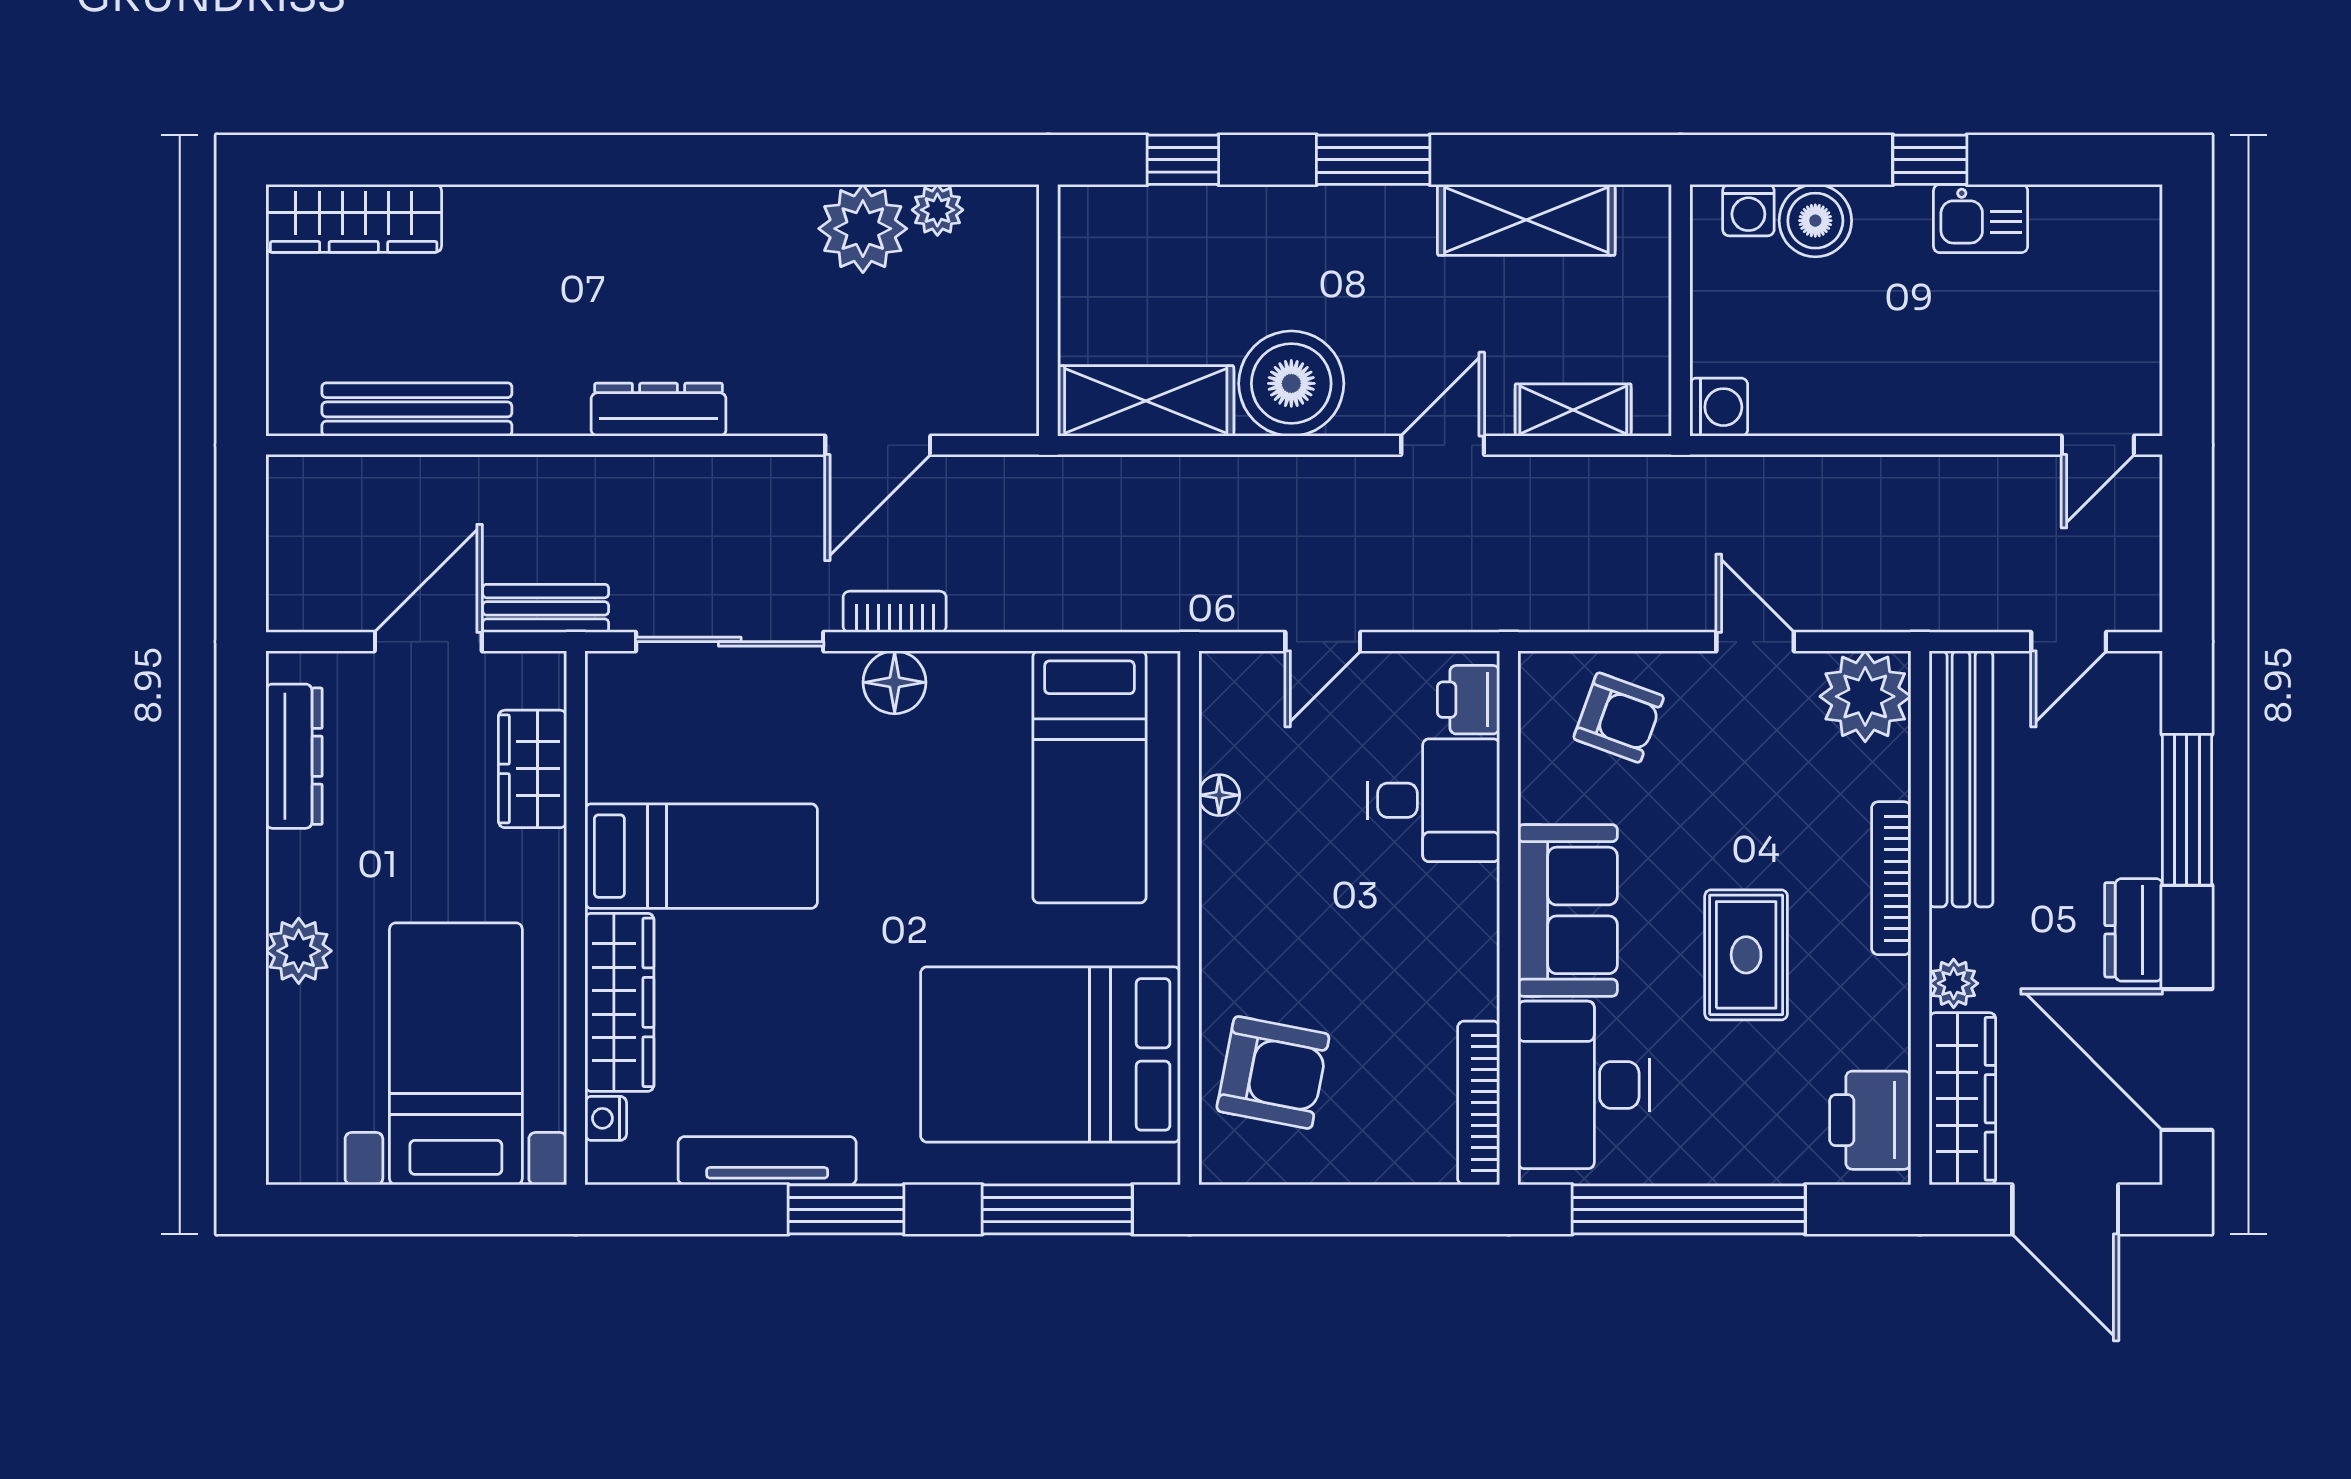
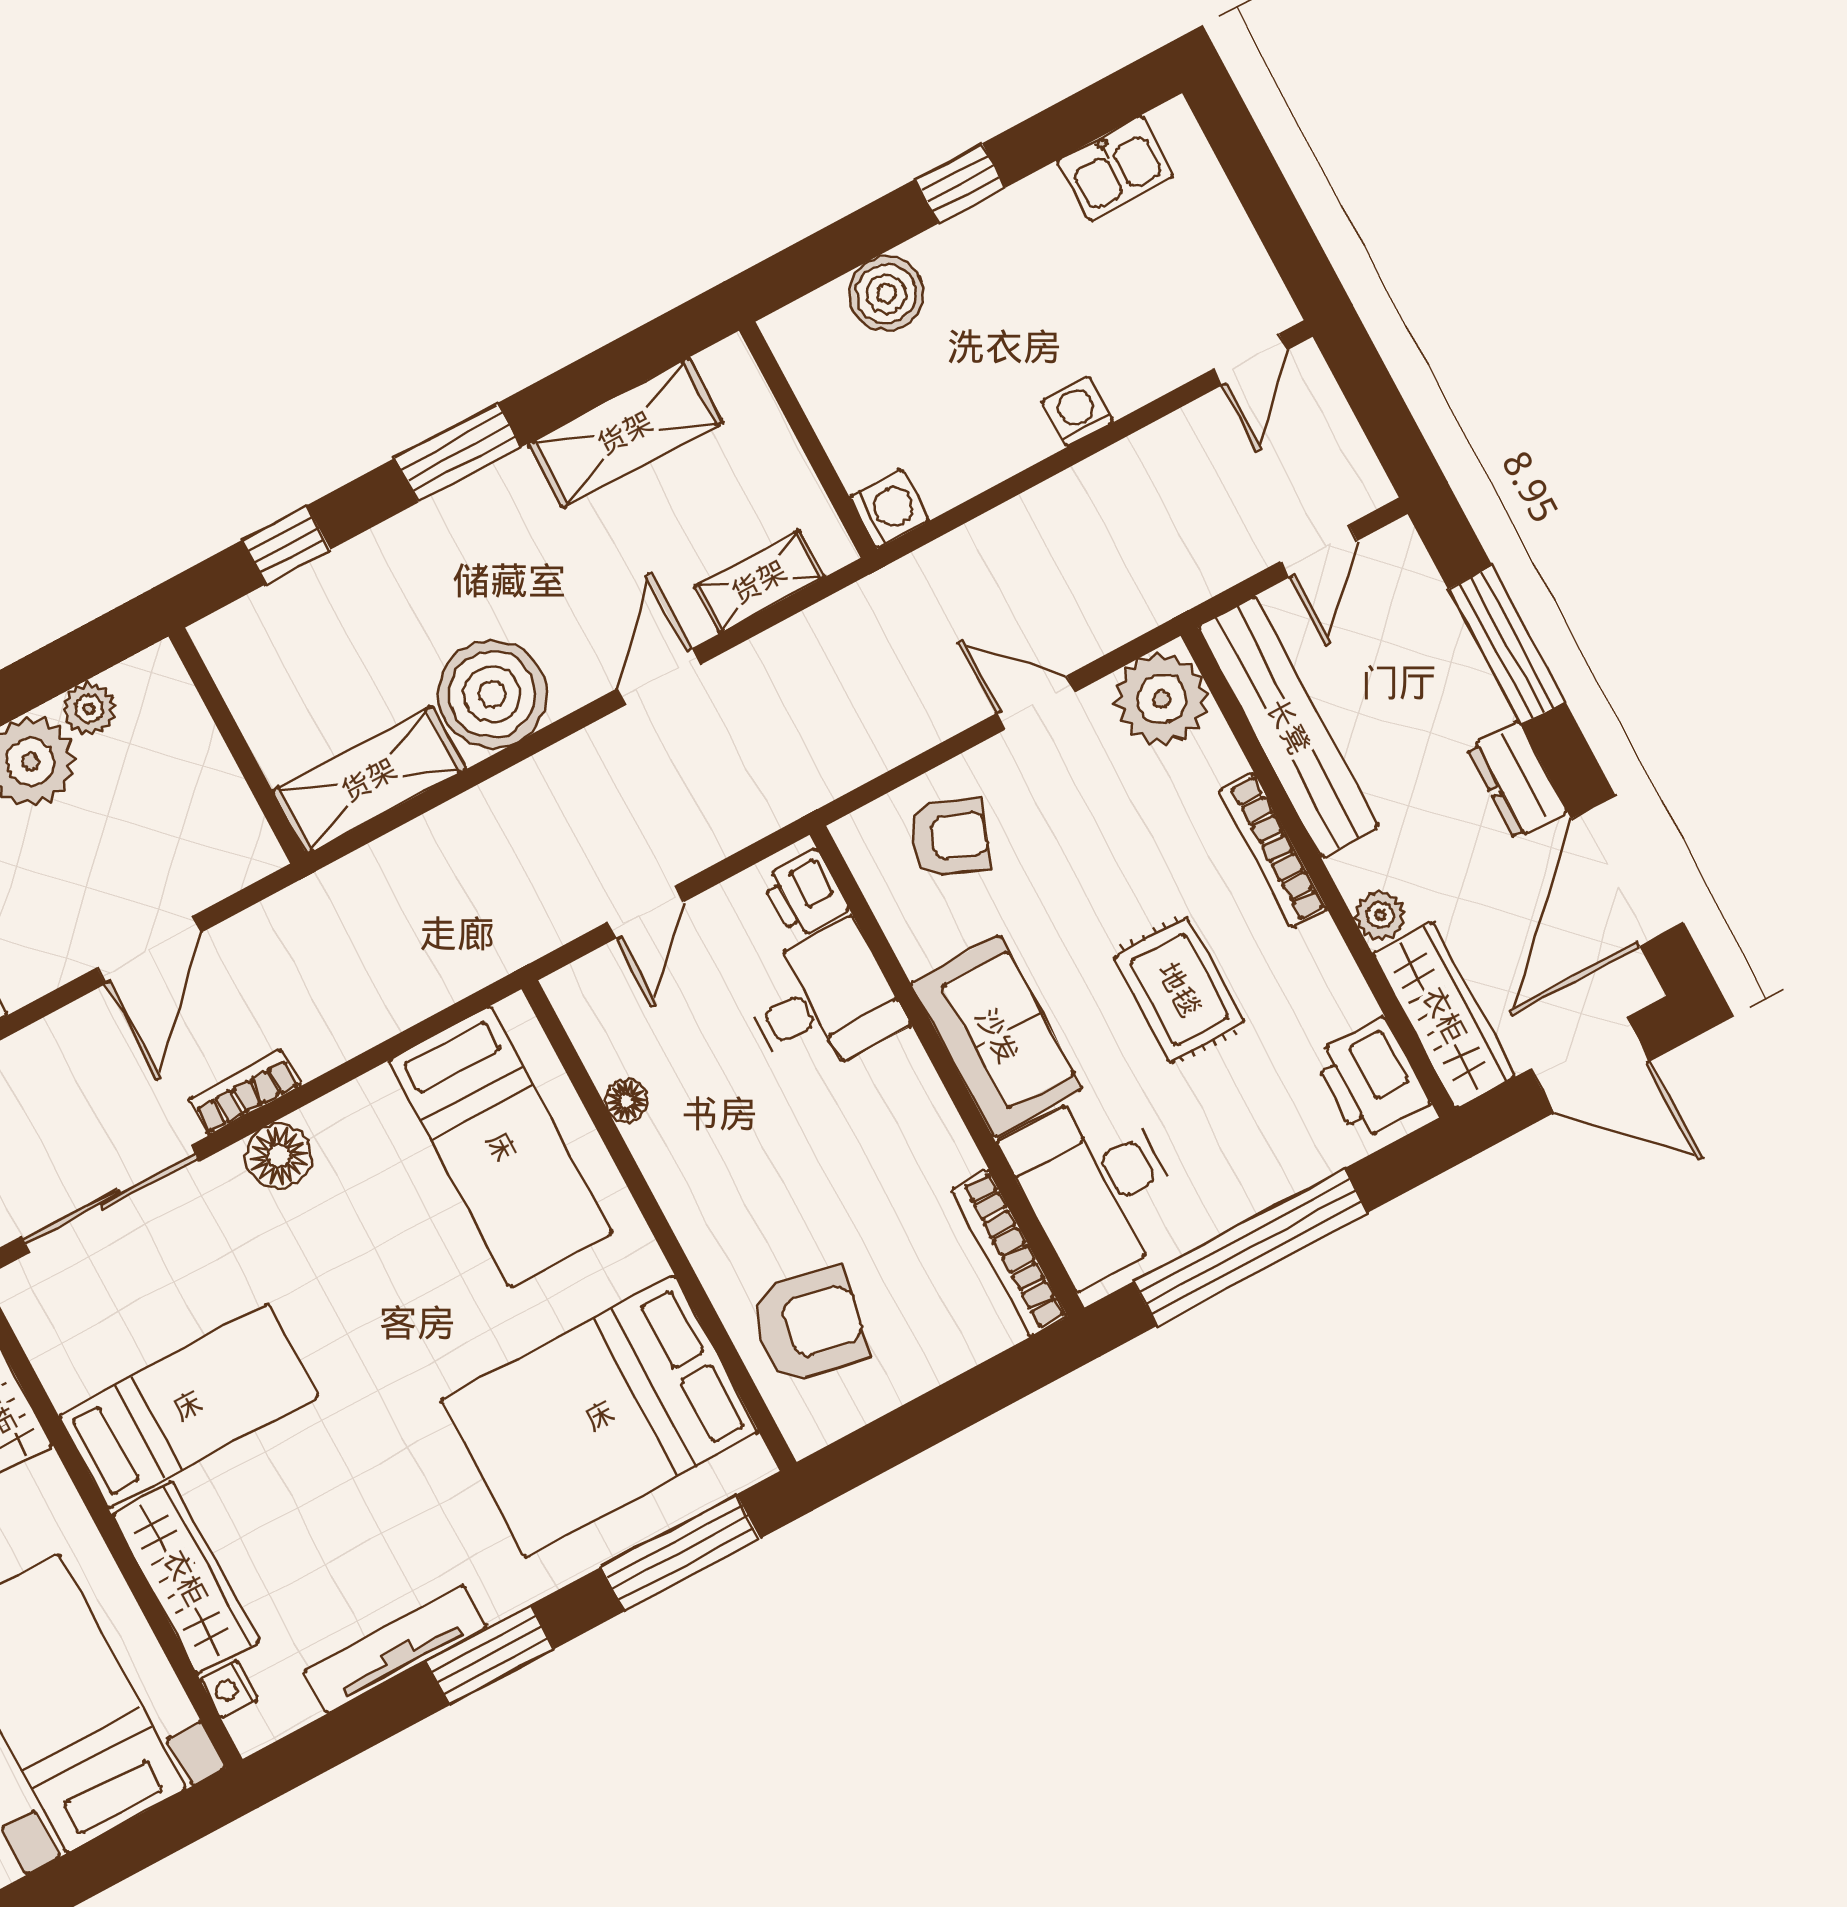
washing machine: (1748, 210) -> (1077, 412), moved, turned 180
kitchen sink: (1981, 219) -> (1115, 168), moved
door: (2187, 1059) -> (1628, 871), hinge flipped

